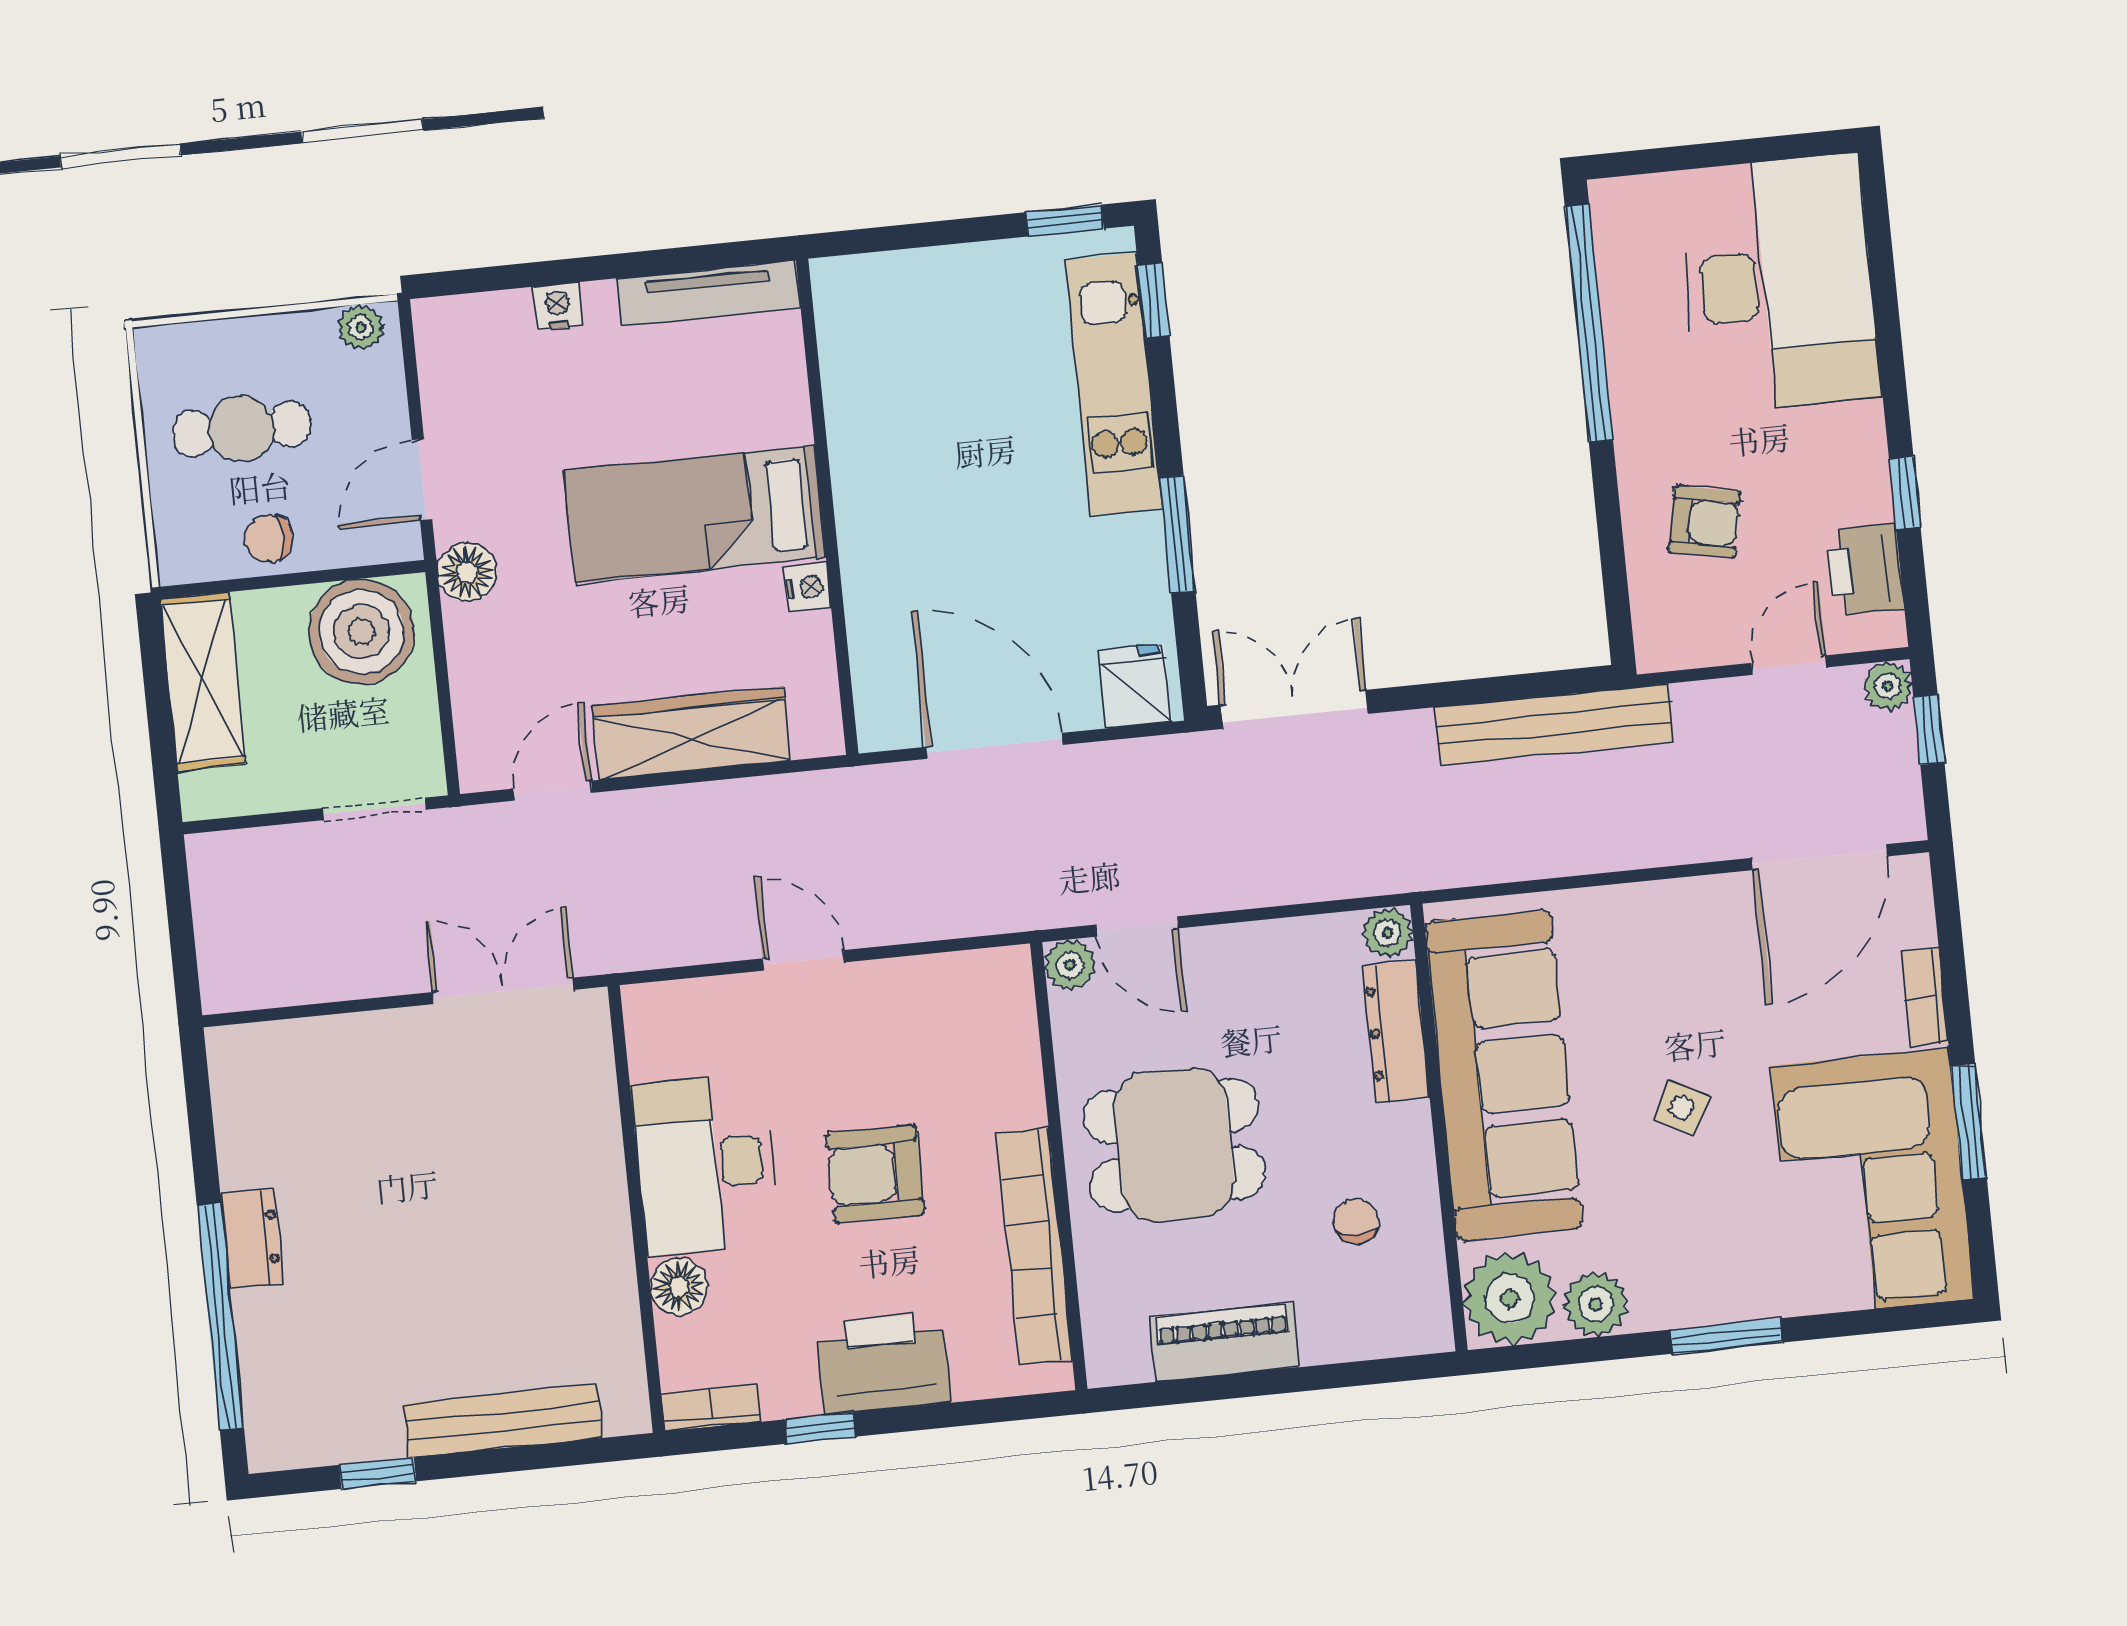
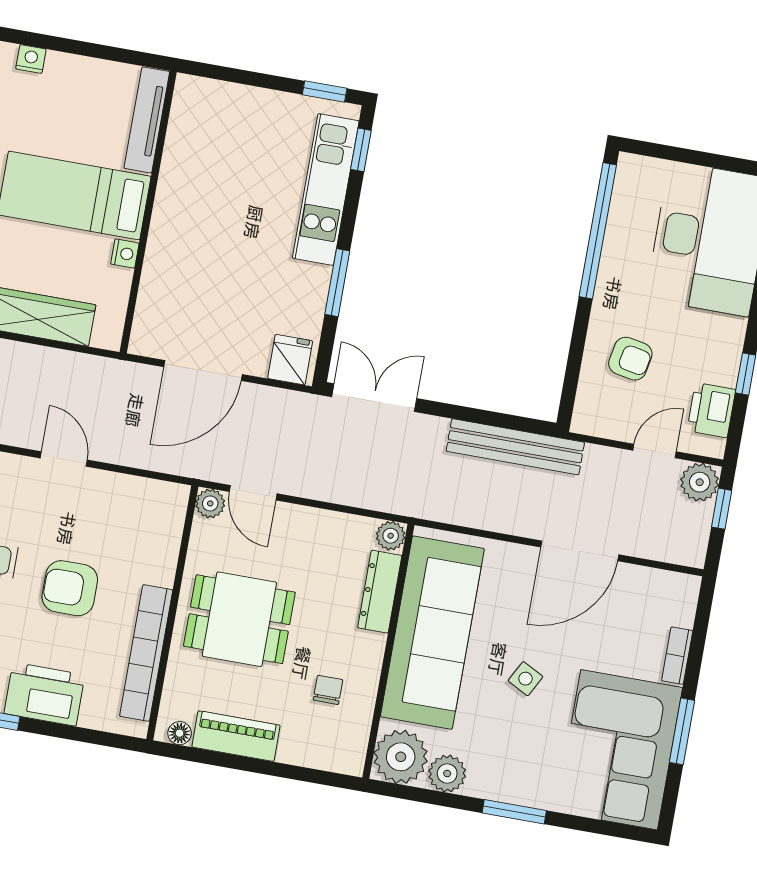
tv unit: (709, 293) -> (147, 120), moved, turned 90
plant: (1888, 686) -> (700, 482), width x1.38, depth x1.38
door: (994, 746) -> (203, 371), swing flipped
door: (1820, 857) -> (580, 551), moved
floor lamp: (1128, 1364) -> (180, 733), added

